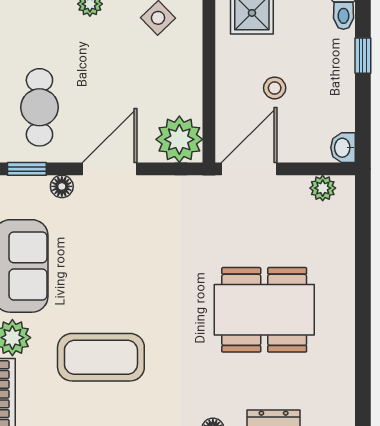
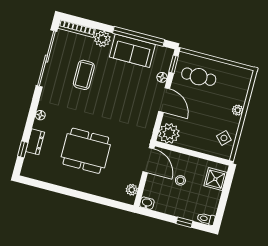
dining table: (264, 310) -> (86, 151), turned 90
coffee table: (101, 357) -> (84, 75), width x0.73, depth x0.76

